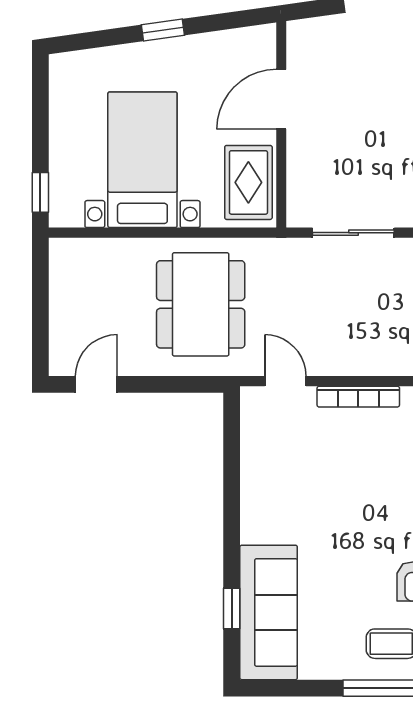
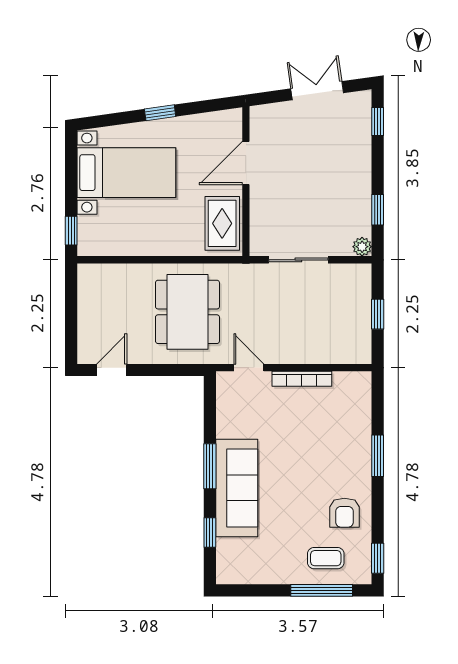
bed with nightstands: (142, 160) -> (126, 173), moved, turned 90
window: (232, 517) -> (210, 466), added
sofa: (269, 612) -> (237, 488), moved

